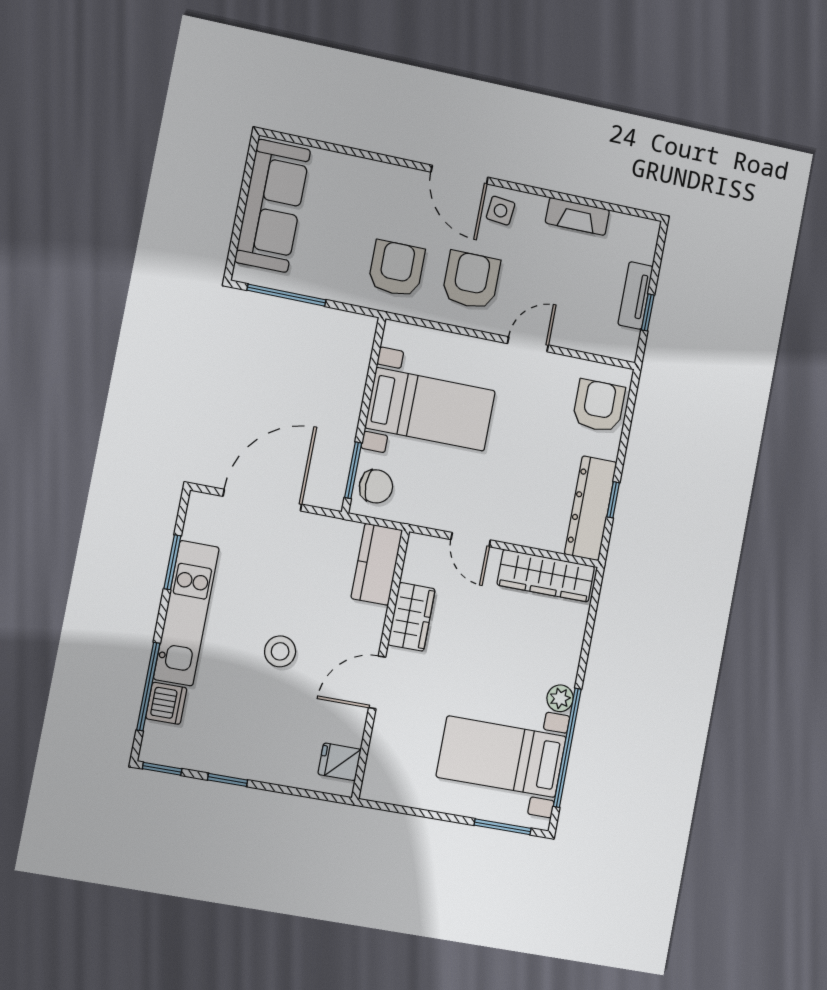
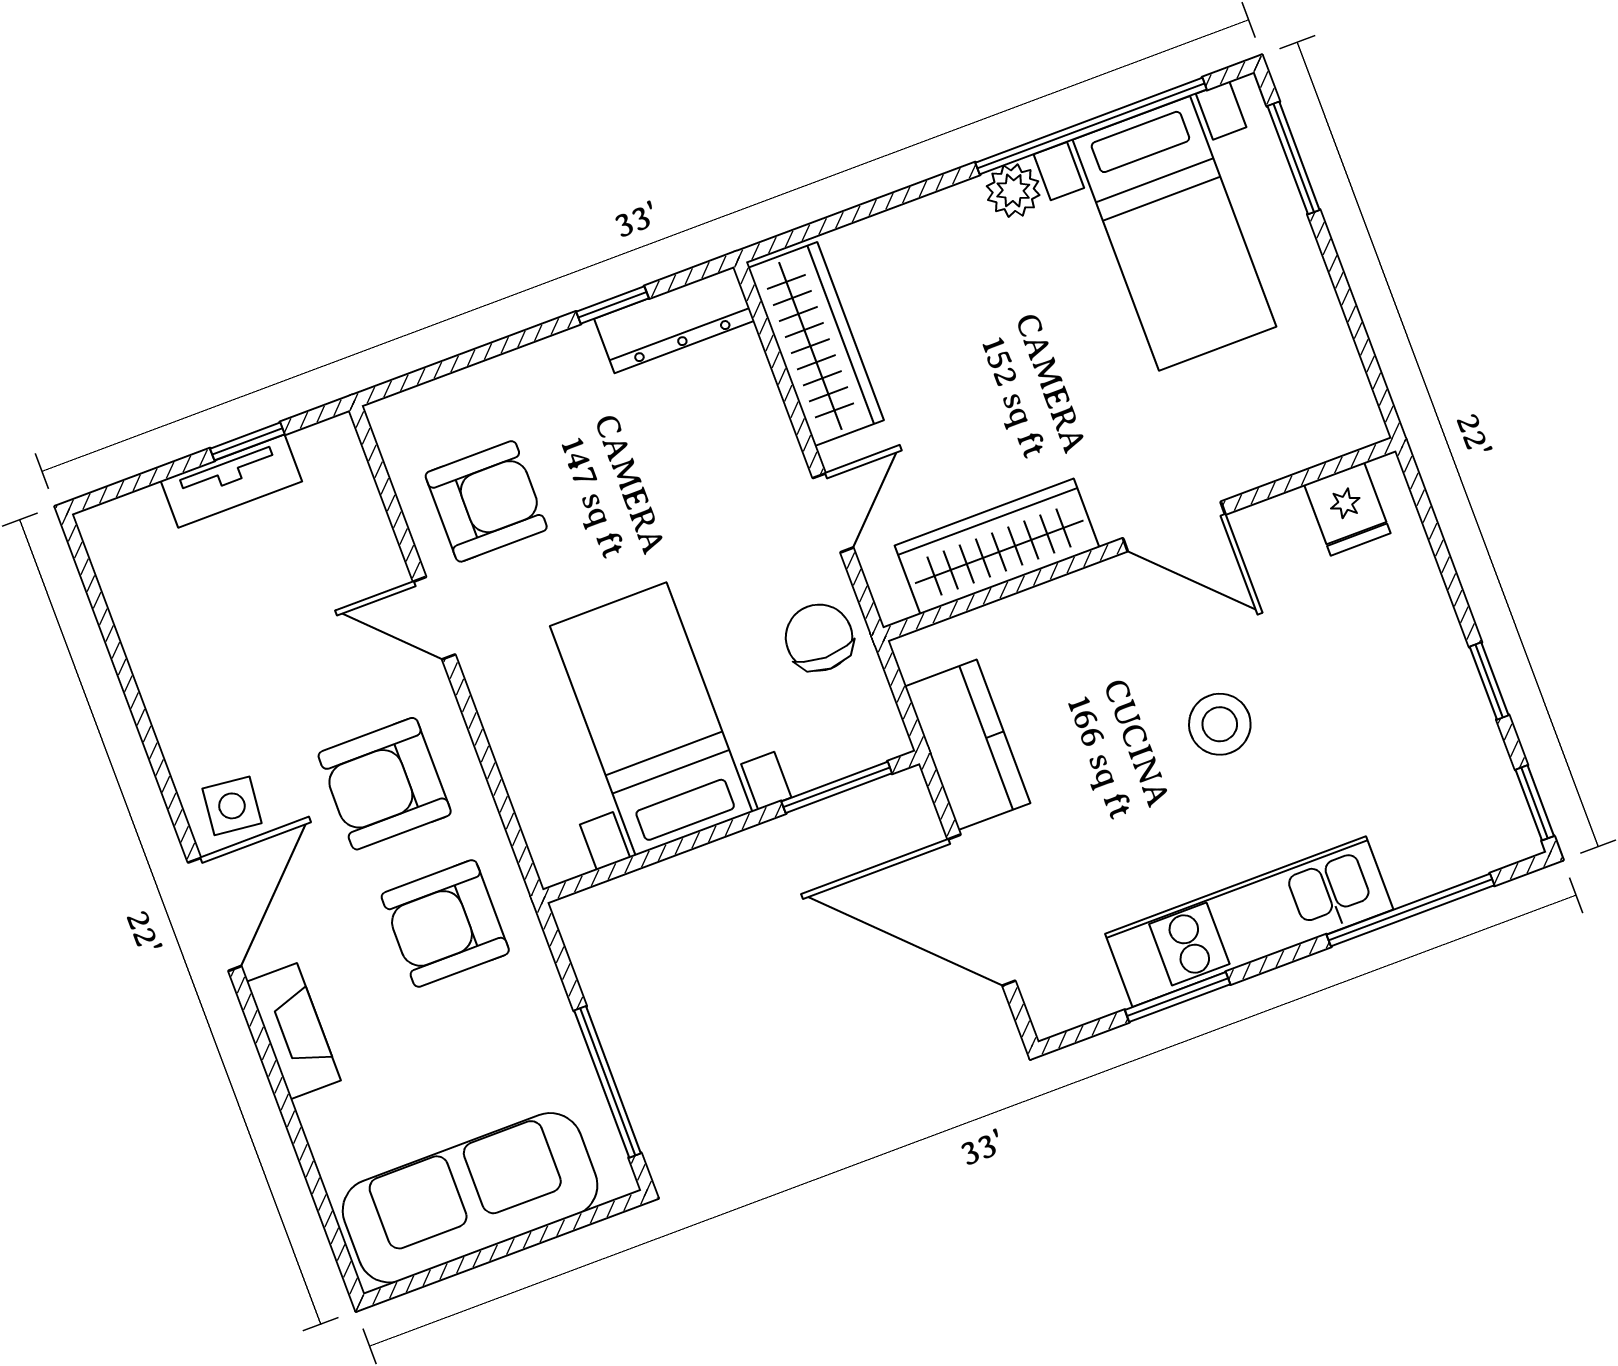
fireplace: (577, 216) -> (294, 1031), moved
armchair: (599, 406) -> (486, 501), moved, turned 180
chair: (376, 486) -> (819, 638), moved
dresser: (591, 508) -> (674, 320), width x0.73, depth x0.80
kitchen counter: (377, 564) -> (967, 745), moved, turned -90
wardrobe: (411, 617) -> (997, 546), width x1.50
dishwasher: (166, 703) -> (1421, 863), removed

